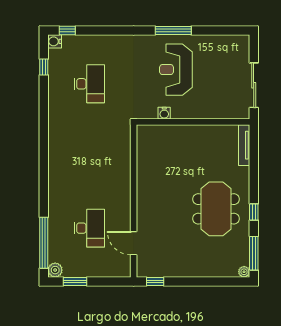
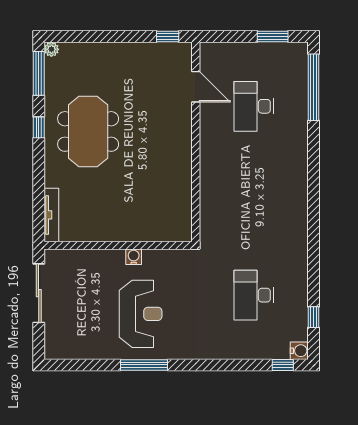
water cooler: (164, 113) -> (134, 257), moved
plant: (55, 270) -> (299, 51), removed

